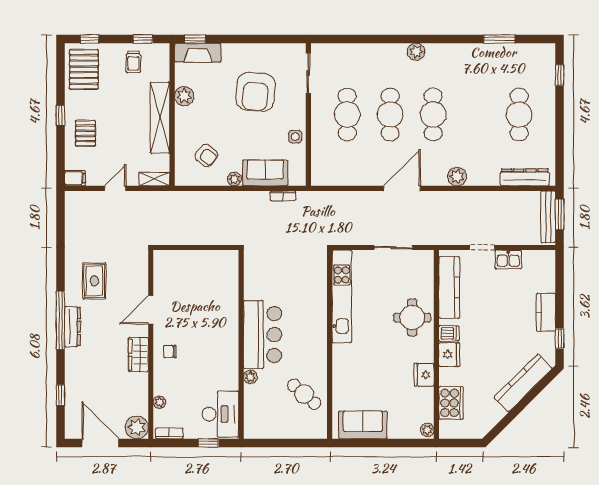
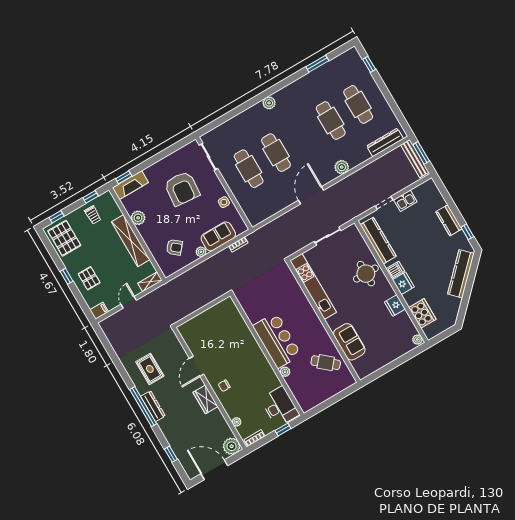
cafe table: (433, 115) -> (331, 121), moved
sofa: (363, 425) -> (349, 342), moved, turned 90

